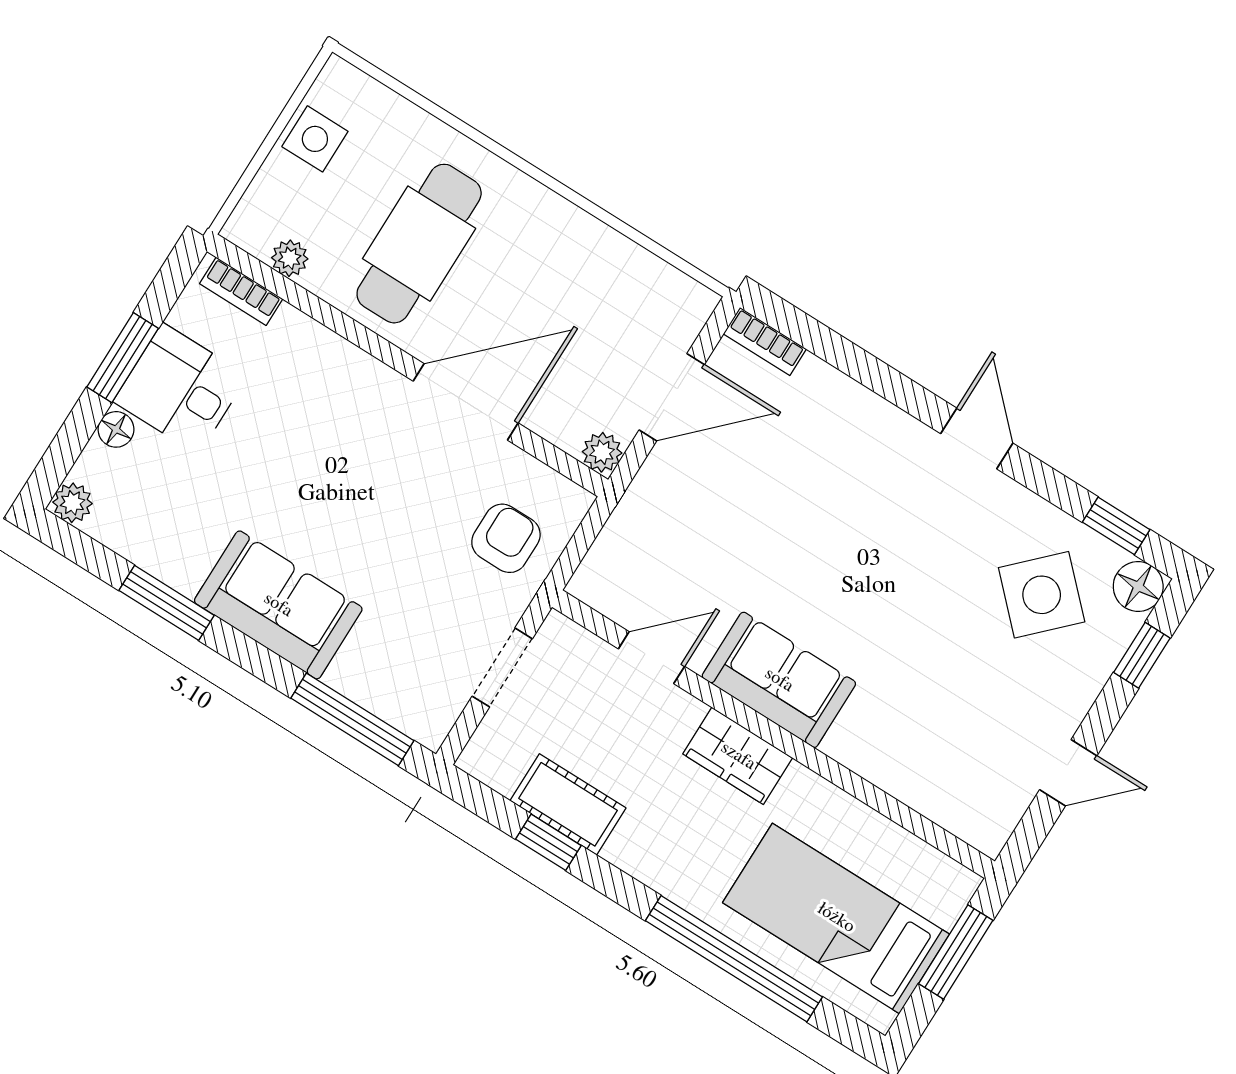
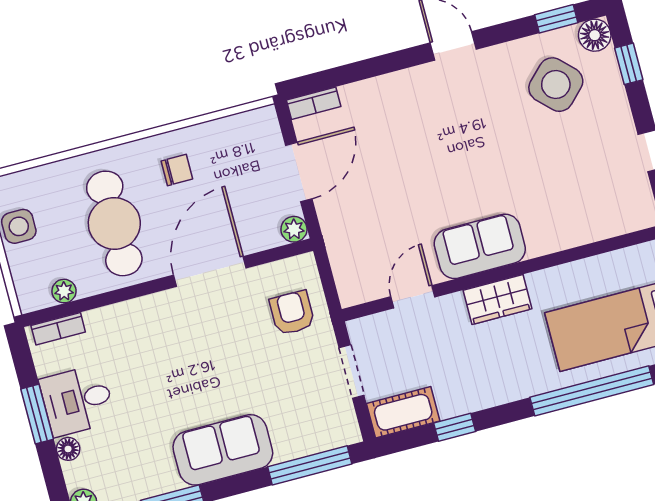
chair: (545, 258) -> (177, 170), added
cot: (568, 804) -> (403, 412), moved

